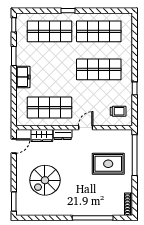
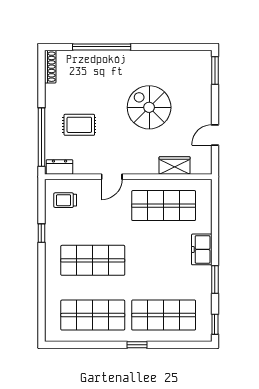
dresser: (63, 134) -> (60, 167), moved
door: (14, 146) -> (215, 135), moved
rug: (108, 164) -> (79, 125), width x0.73, depth x0.70
spiral stairs: (45, 180) -> (149, 107), moved, turned -90

